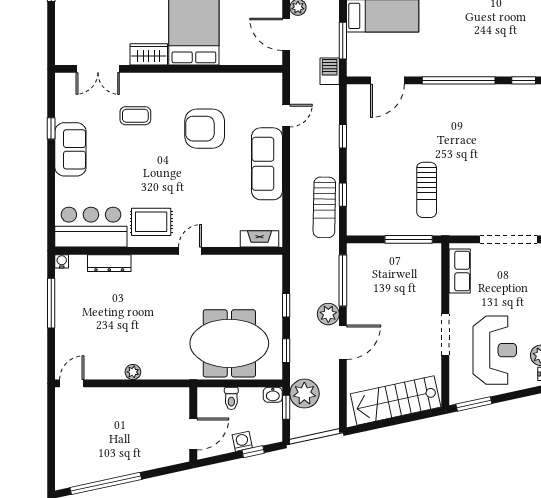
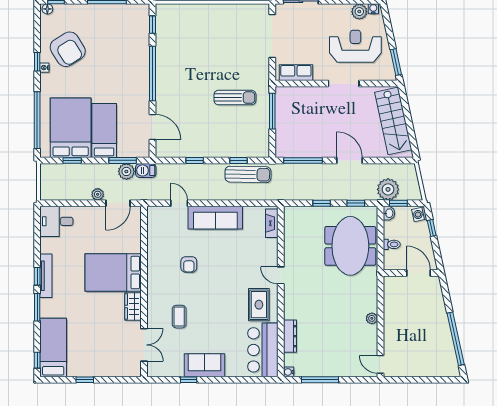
armchair: (205, 129) -> (189, 264), width x0.53, depth x0.53
plant: (328, 314) -> (126, 171), moved
washing machine: (242, 441) -> (419, 214), moved

